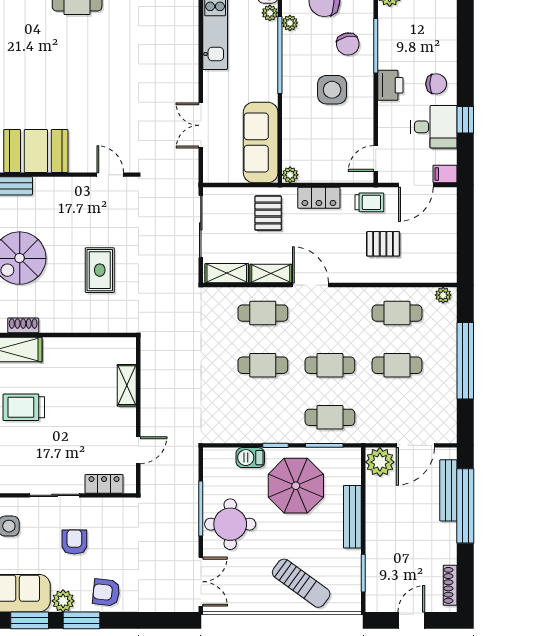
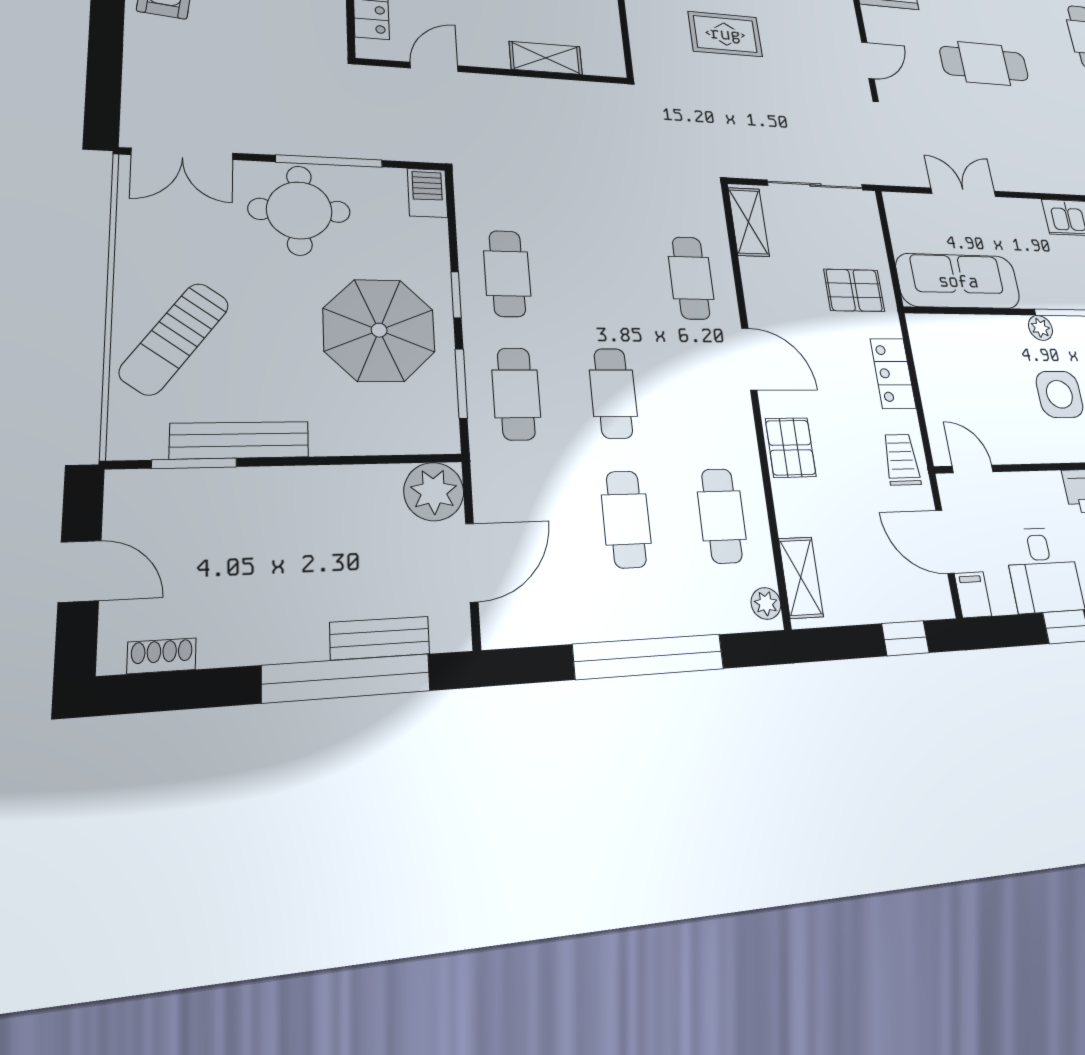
cafe table: (105, 89) -> (984, 64), added
plant: (290, 175) -> (1040, 328), moved
trolley: (369, 202) -> (902, 460), turned 180
window: (465, 219) -> (905, 638), added
pallet: (383, 244) -> (791, 448), moved
shelving: (271, 274) -> (801, 577), moved
door: (311, 285) -> (749, 359), hinge flipped
cafe table: (263, 365) -> (507, 273), moved
door: (415, 445) -> (472, 563), swing flipped
door: (138, 450) -> (434, 67), swing flipped
barbecue: (250, 458) -> (428, 193), moved
bench: (448, 490) -> (380, 638), width x0.73
bench: (352, 517) -> (240, 440), moved
shoe rack: (450, 585) -> (162, 656), width x0.70

